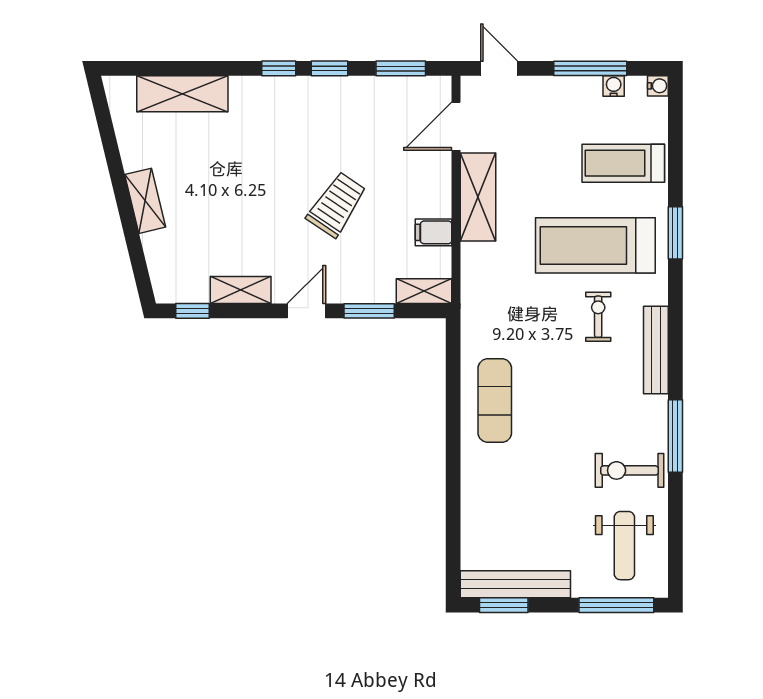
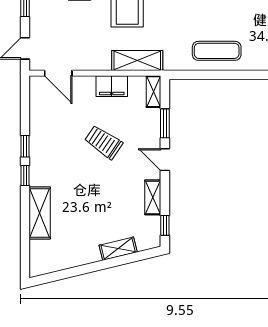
window: (401, 68) -> (25, 105), removed
shelving: (182, 94) -> (40, 213), moved
shelving: (478, 197) -> (137, 60), moved
shelving: (145, 201) -> (118, 249), moved
filing cabinet: (434, 232) -> (112, 86), width x2.00

